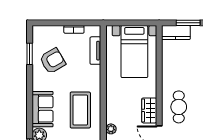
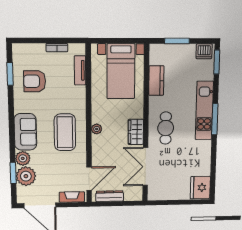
kitchen counter: (176, 33) -> (156, 81), moved, turned -90
armchair: (52, 61) -> (35, 81), turned -150
plant: (111, 129) -> (97, 129), moved

